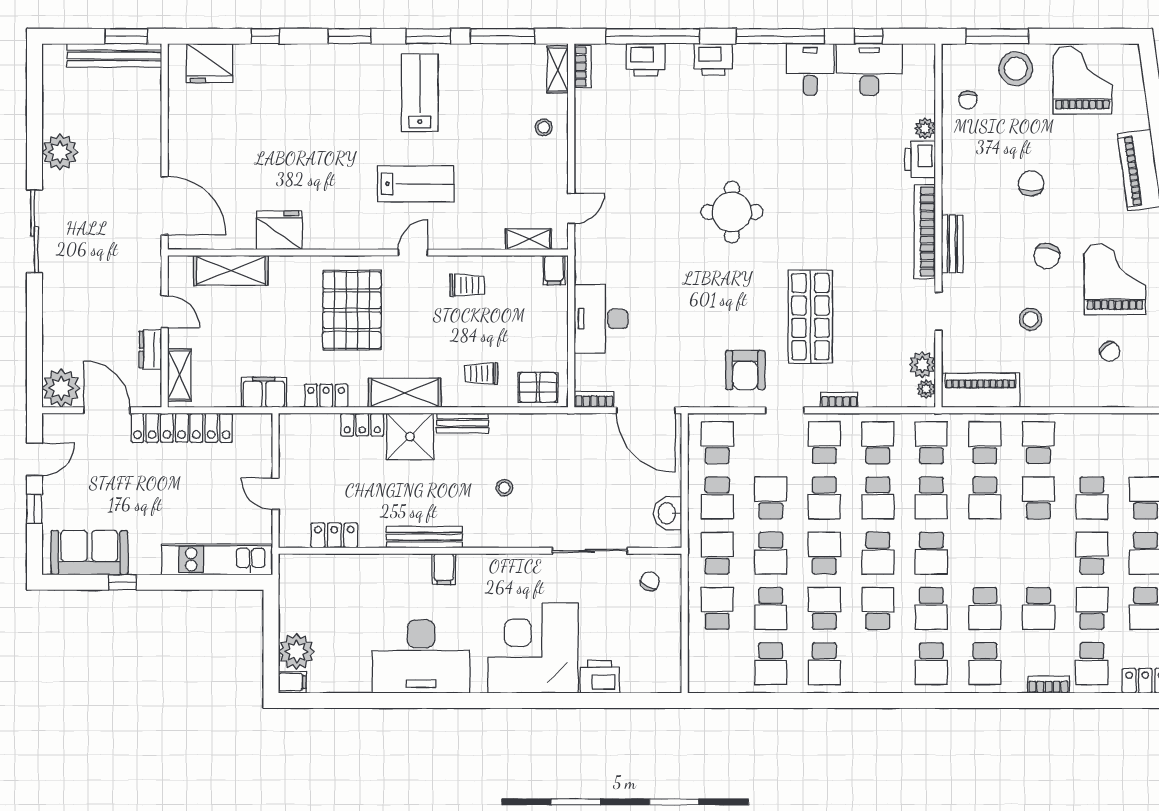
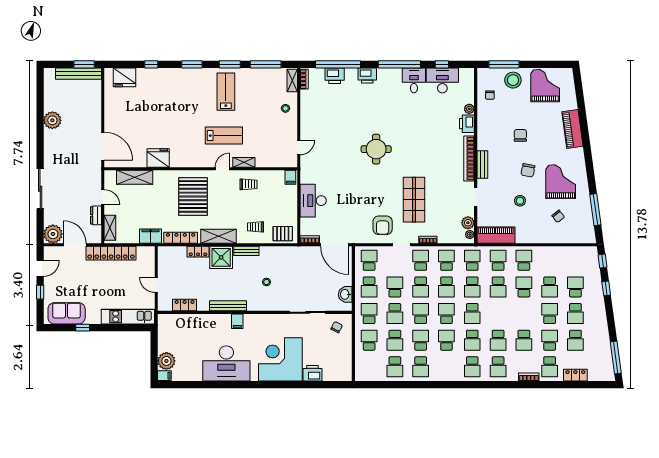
sliding door: (34, 231) -> (40, 189), moved
shelving: (528, 239) -> (244, 162), moved
locker: (326, 396) -> (181, 238), width x1.53
school desk: (878, 553) -> (446, 314), turned 180

